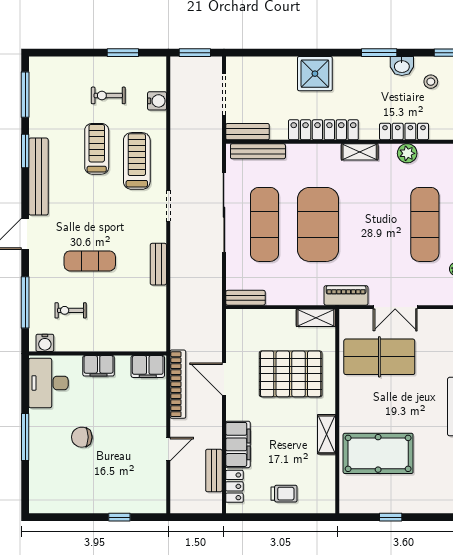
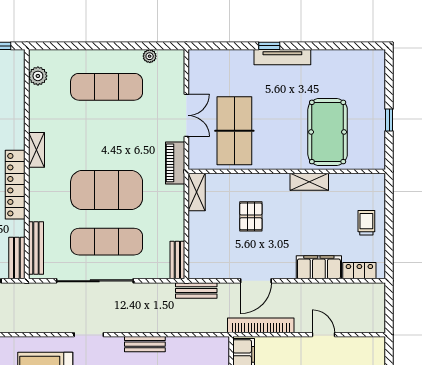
locker: (404, 132) -> (17, 107), removed
plant: (407, 153) -> (38, 76), moved
pallet: (291, 374) -> (251, 216), width x0.49, depth x0.50
bench: (214, 470) -> (196, 290), moved

